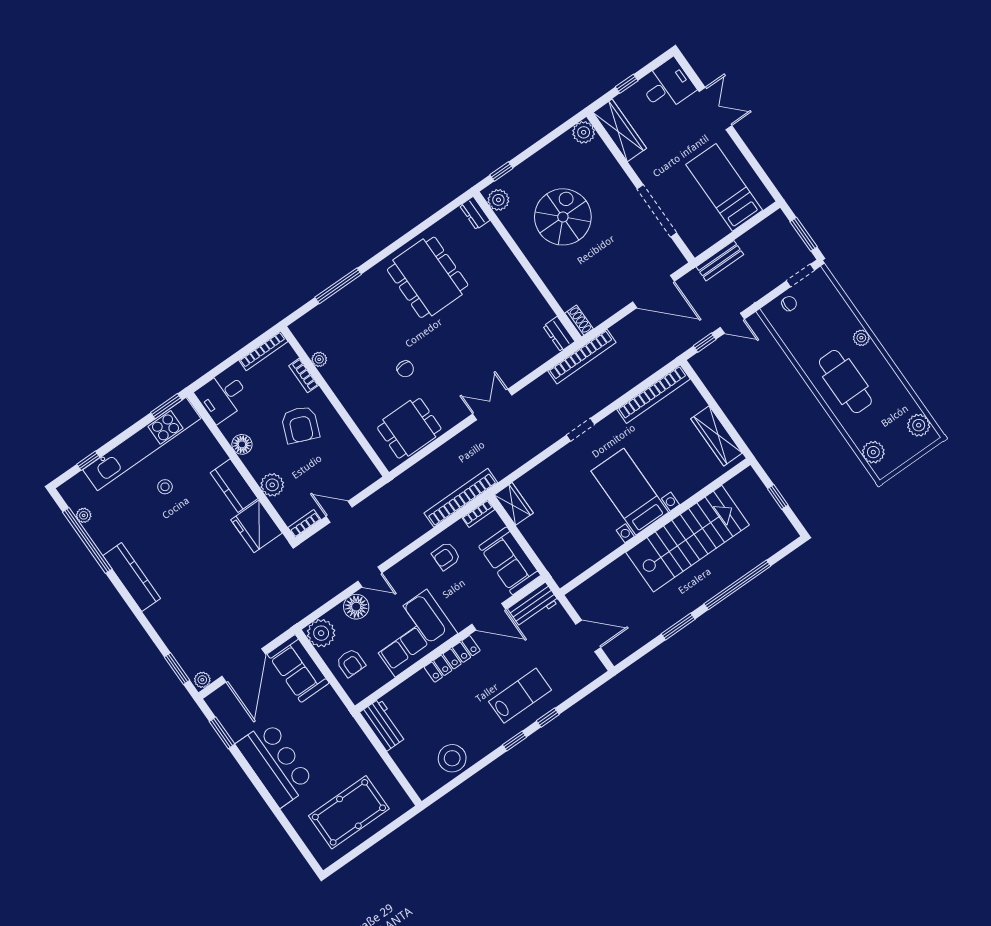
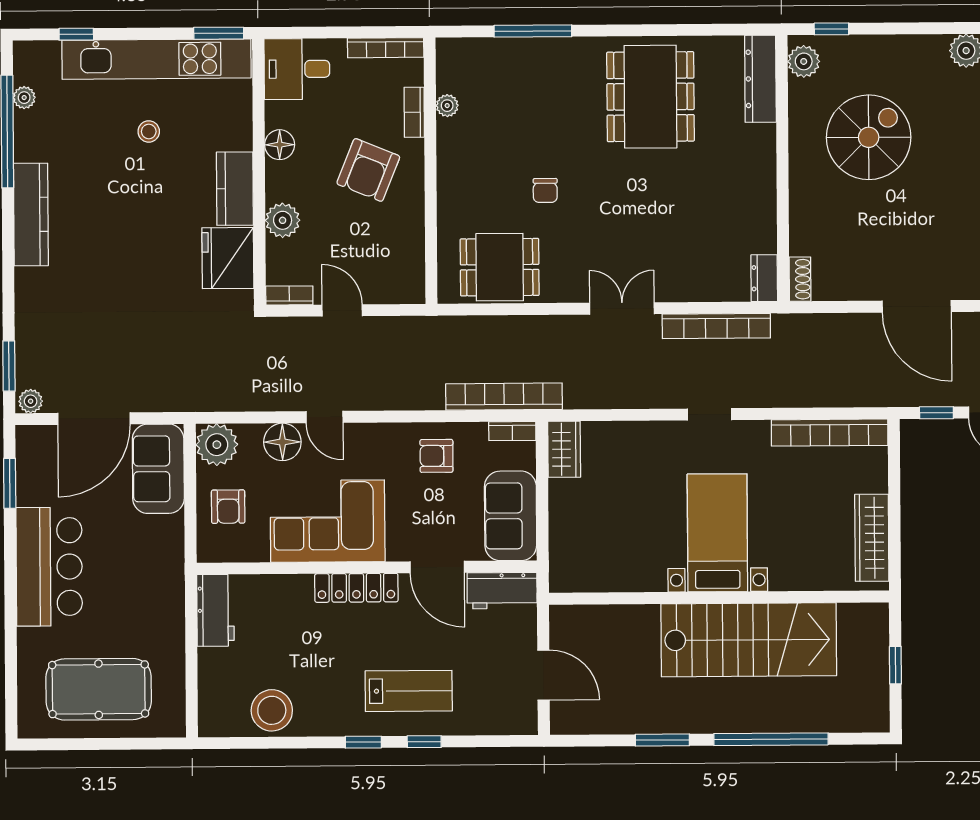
dresser: (475, 213) -> (760, 79), width x1.96, depth x1.24
bookcase: (582, 357) -> (716, 326), moved

